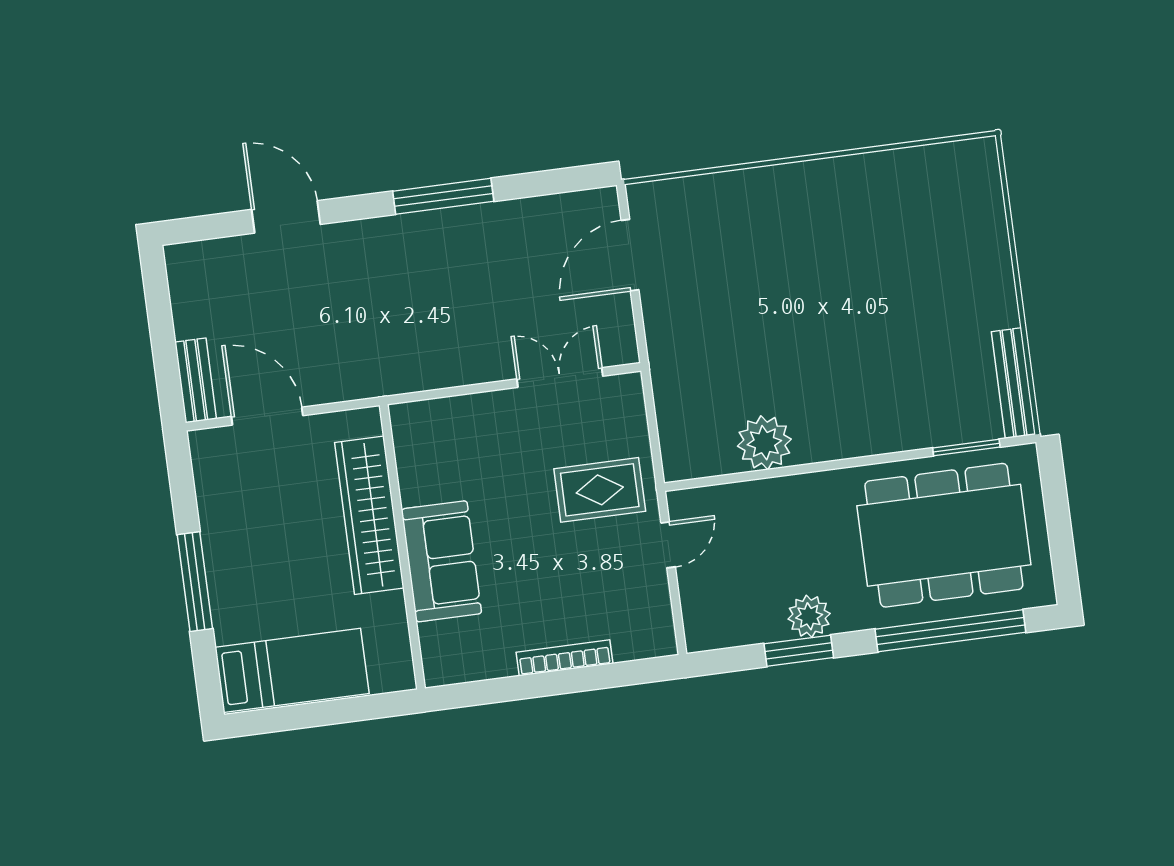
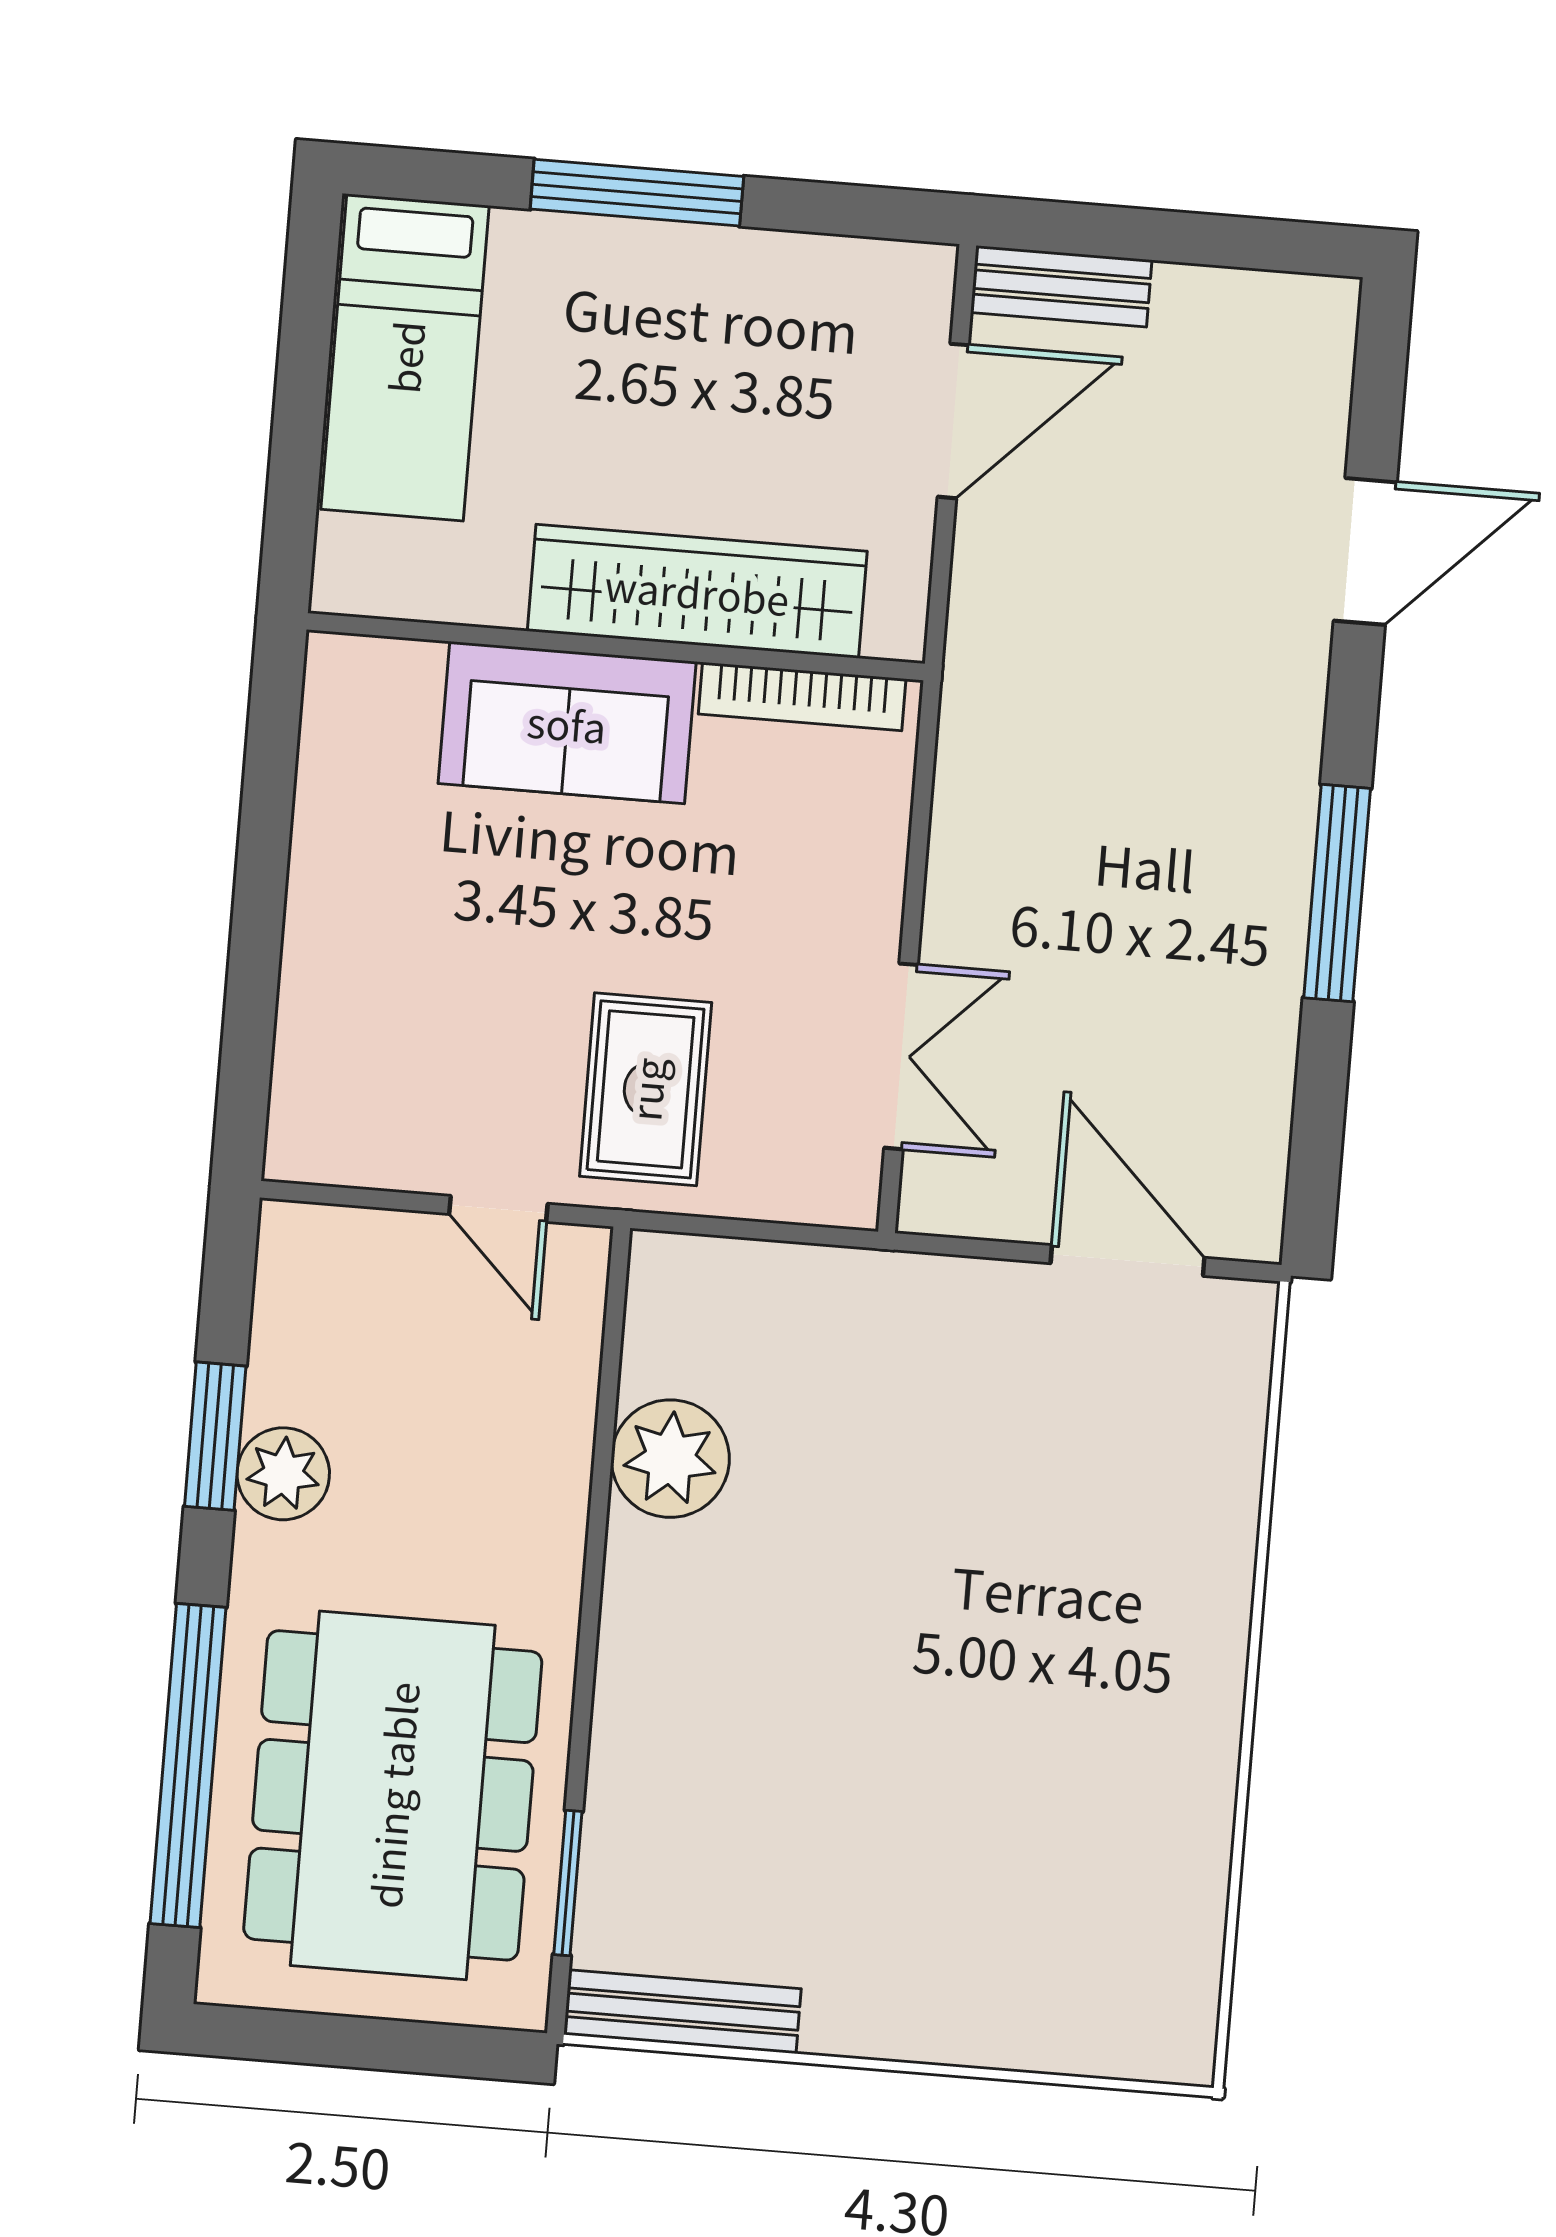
bookcase: (564, 658) -> (802, 696), moved, turned 90

